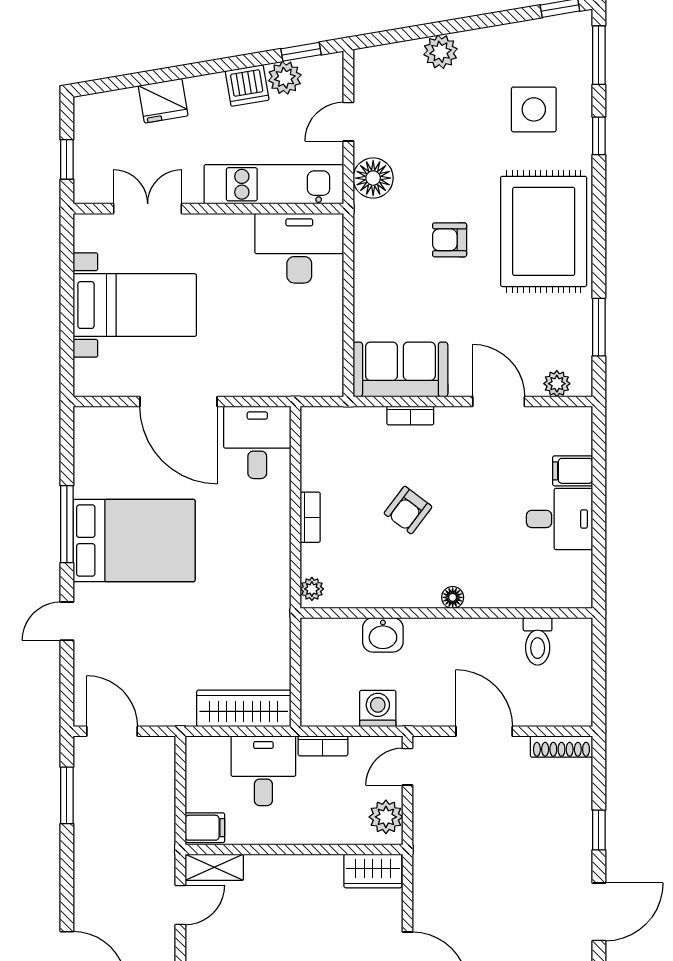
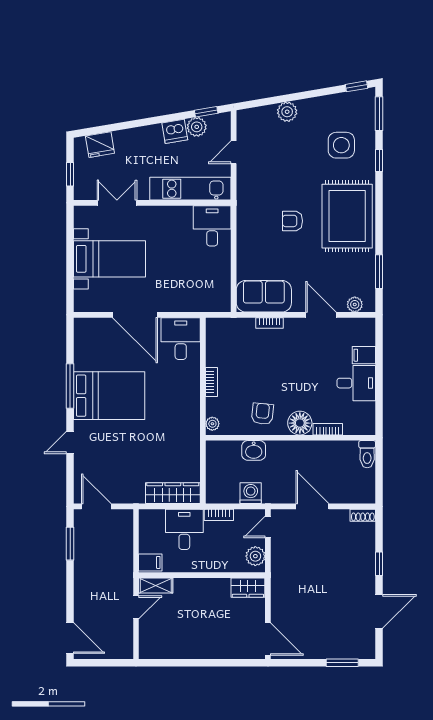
fridge: (163, 101) -> (100, 145), moved
floor lamp: (373, 178) -> (248, 185), removed
desk: (299, 248) -> (212, 226), width x0.73
armchair: (408, 510) -> (262, 414), moved, turned 149
floor lamp: (453, 597) -> (300, 423), width x1.89, depth x1.89
bookcase: (510, 598) -> (328, 429), added
toilet: (538, 641) -> (367, 454), moved
shoe rack: (561, 747) -> (363, 515), width x0.70

